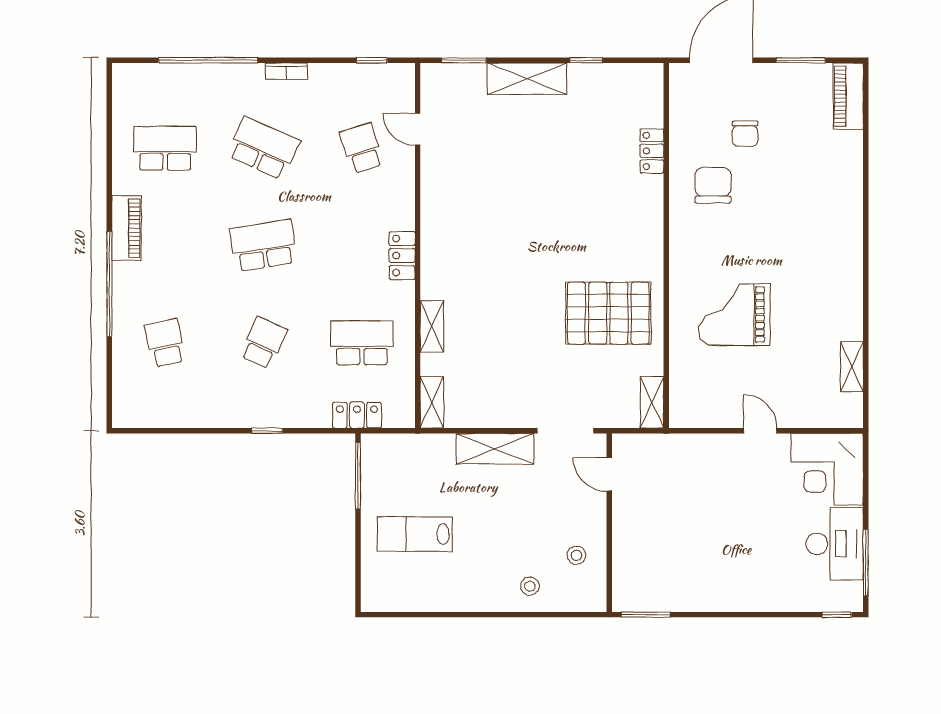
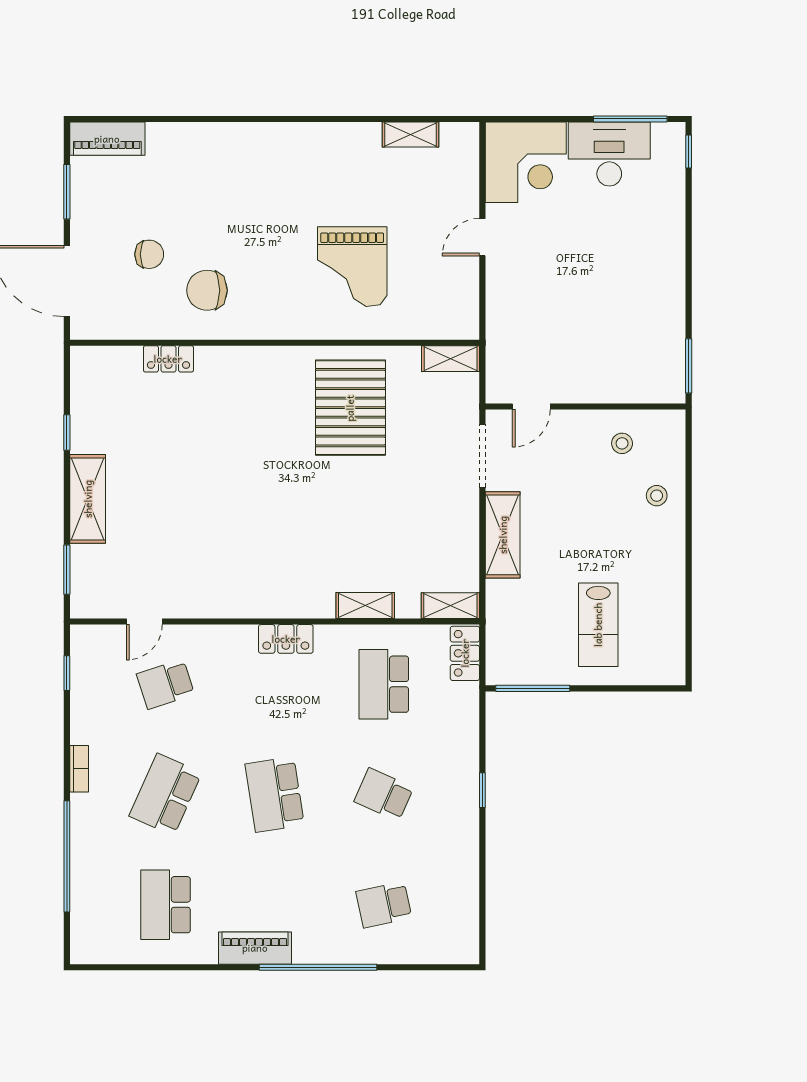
locker: (357, 415) -> (465, 653), moved

